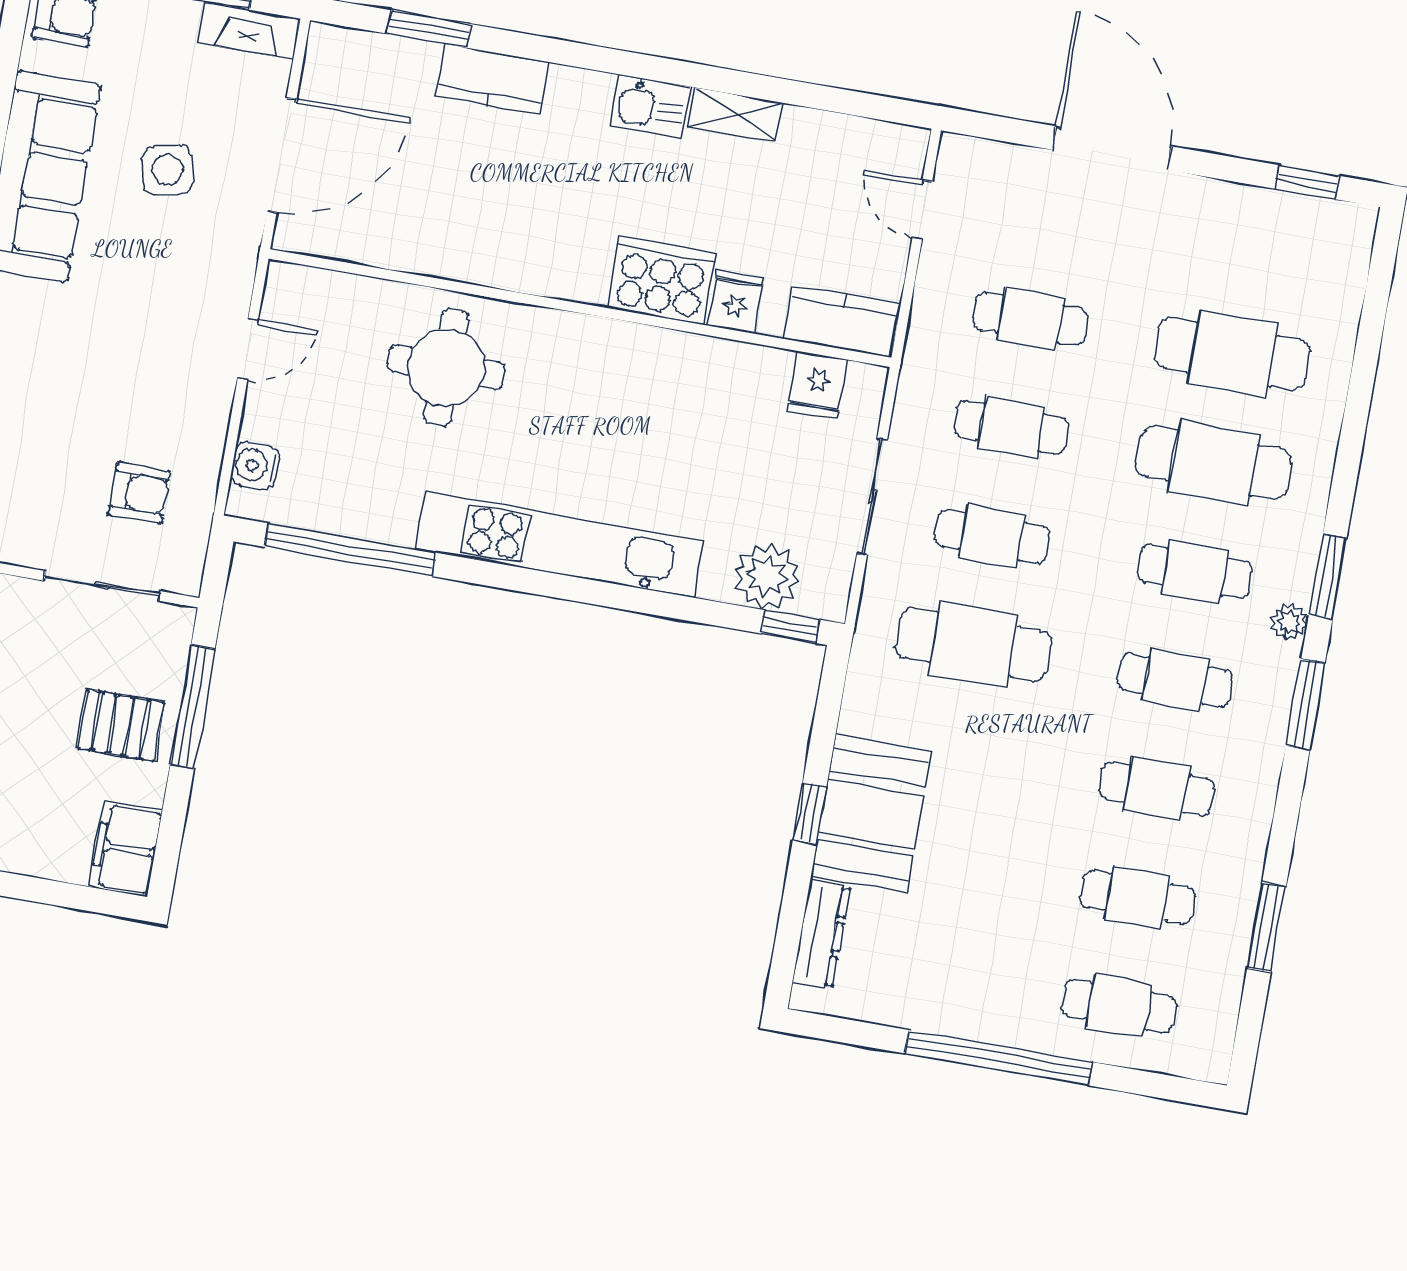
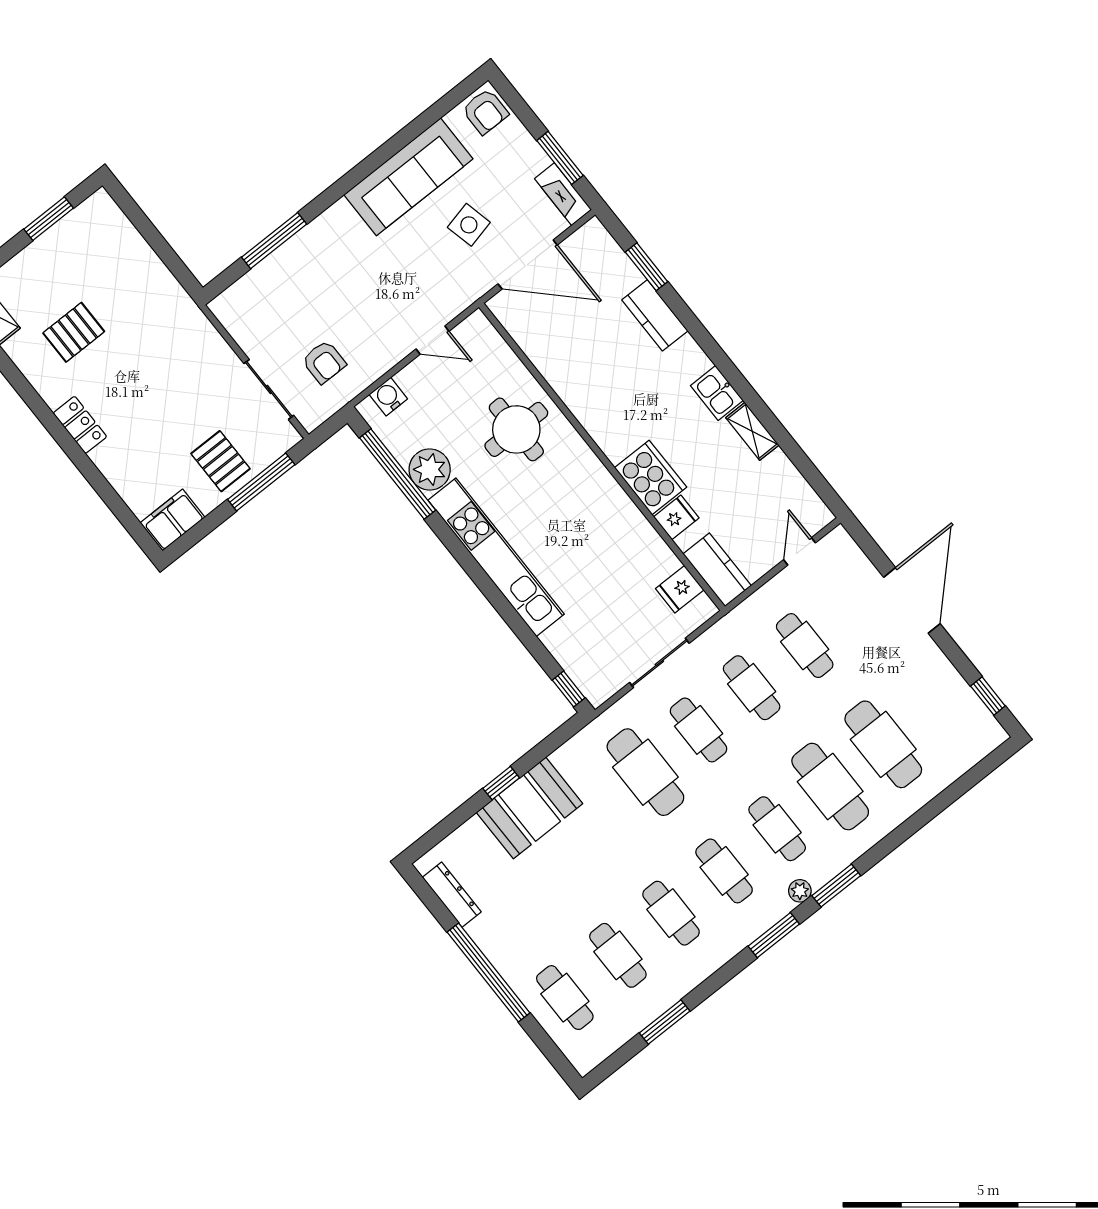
plant: (767, 576) -> (430, 469), moved
dresser: (821, 935) -> (452, 895), moved, turned -90

